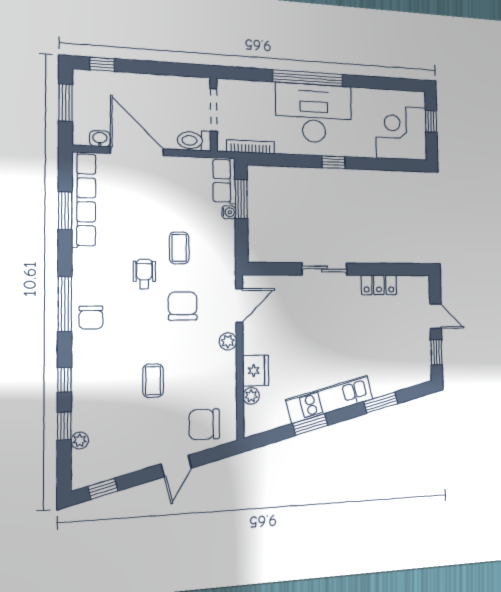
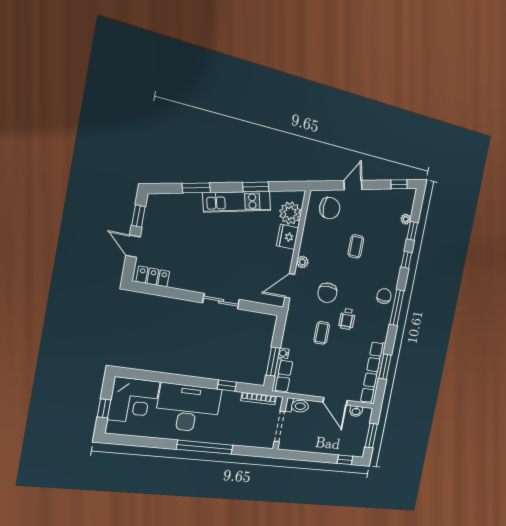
desk: (314, 113) -> (188, 408), moved, turned 180
door: (137, 151) -> (335, 401), width x0.73
window: (333, 162) -> (227, 386), moved
locker: (379, 285) -> (153, 276), moved
plant: (251, 396) -> (290, 213), width x1.88, depth x1.88

